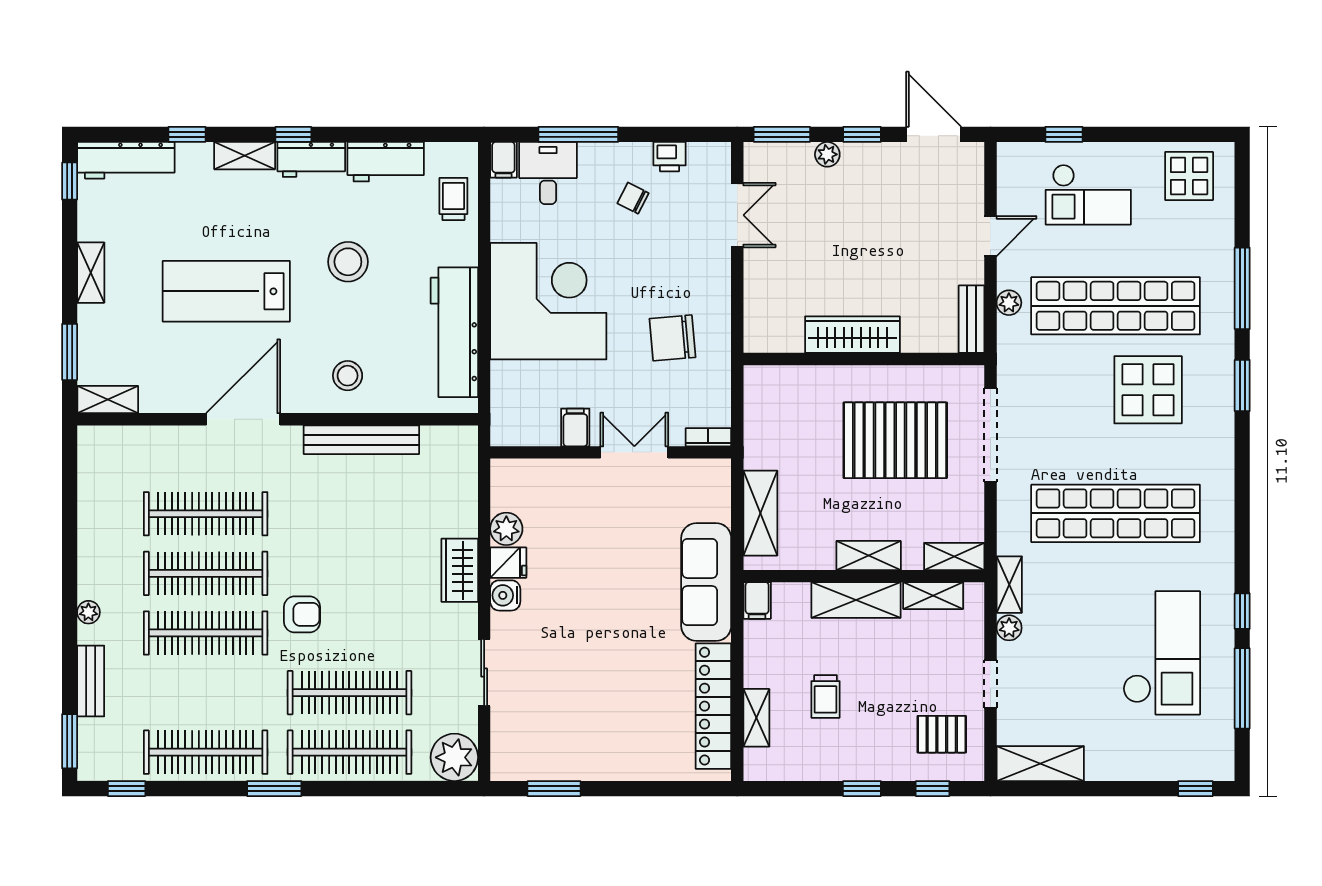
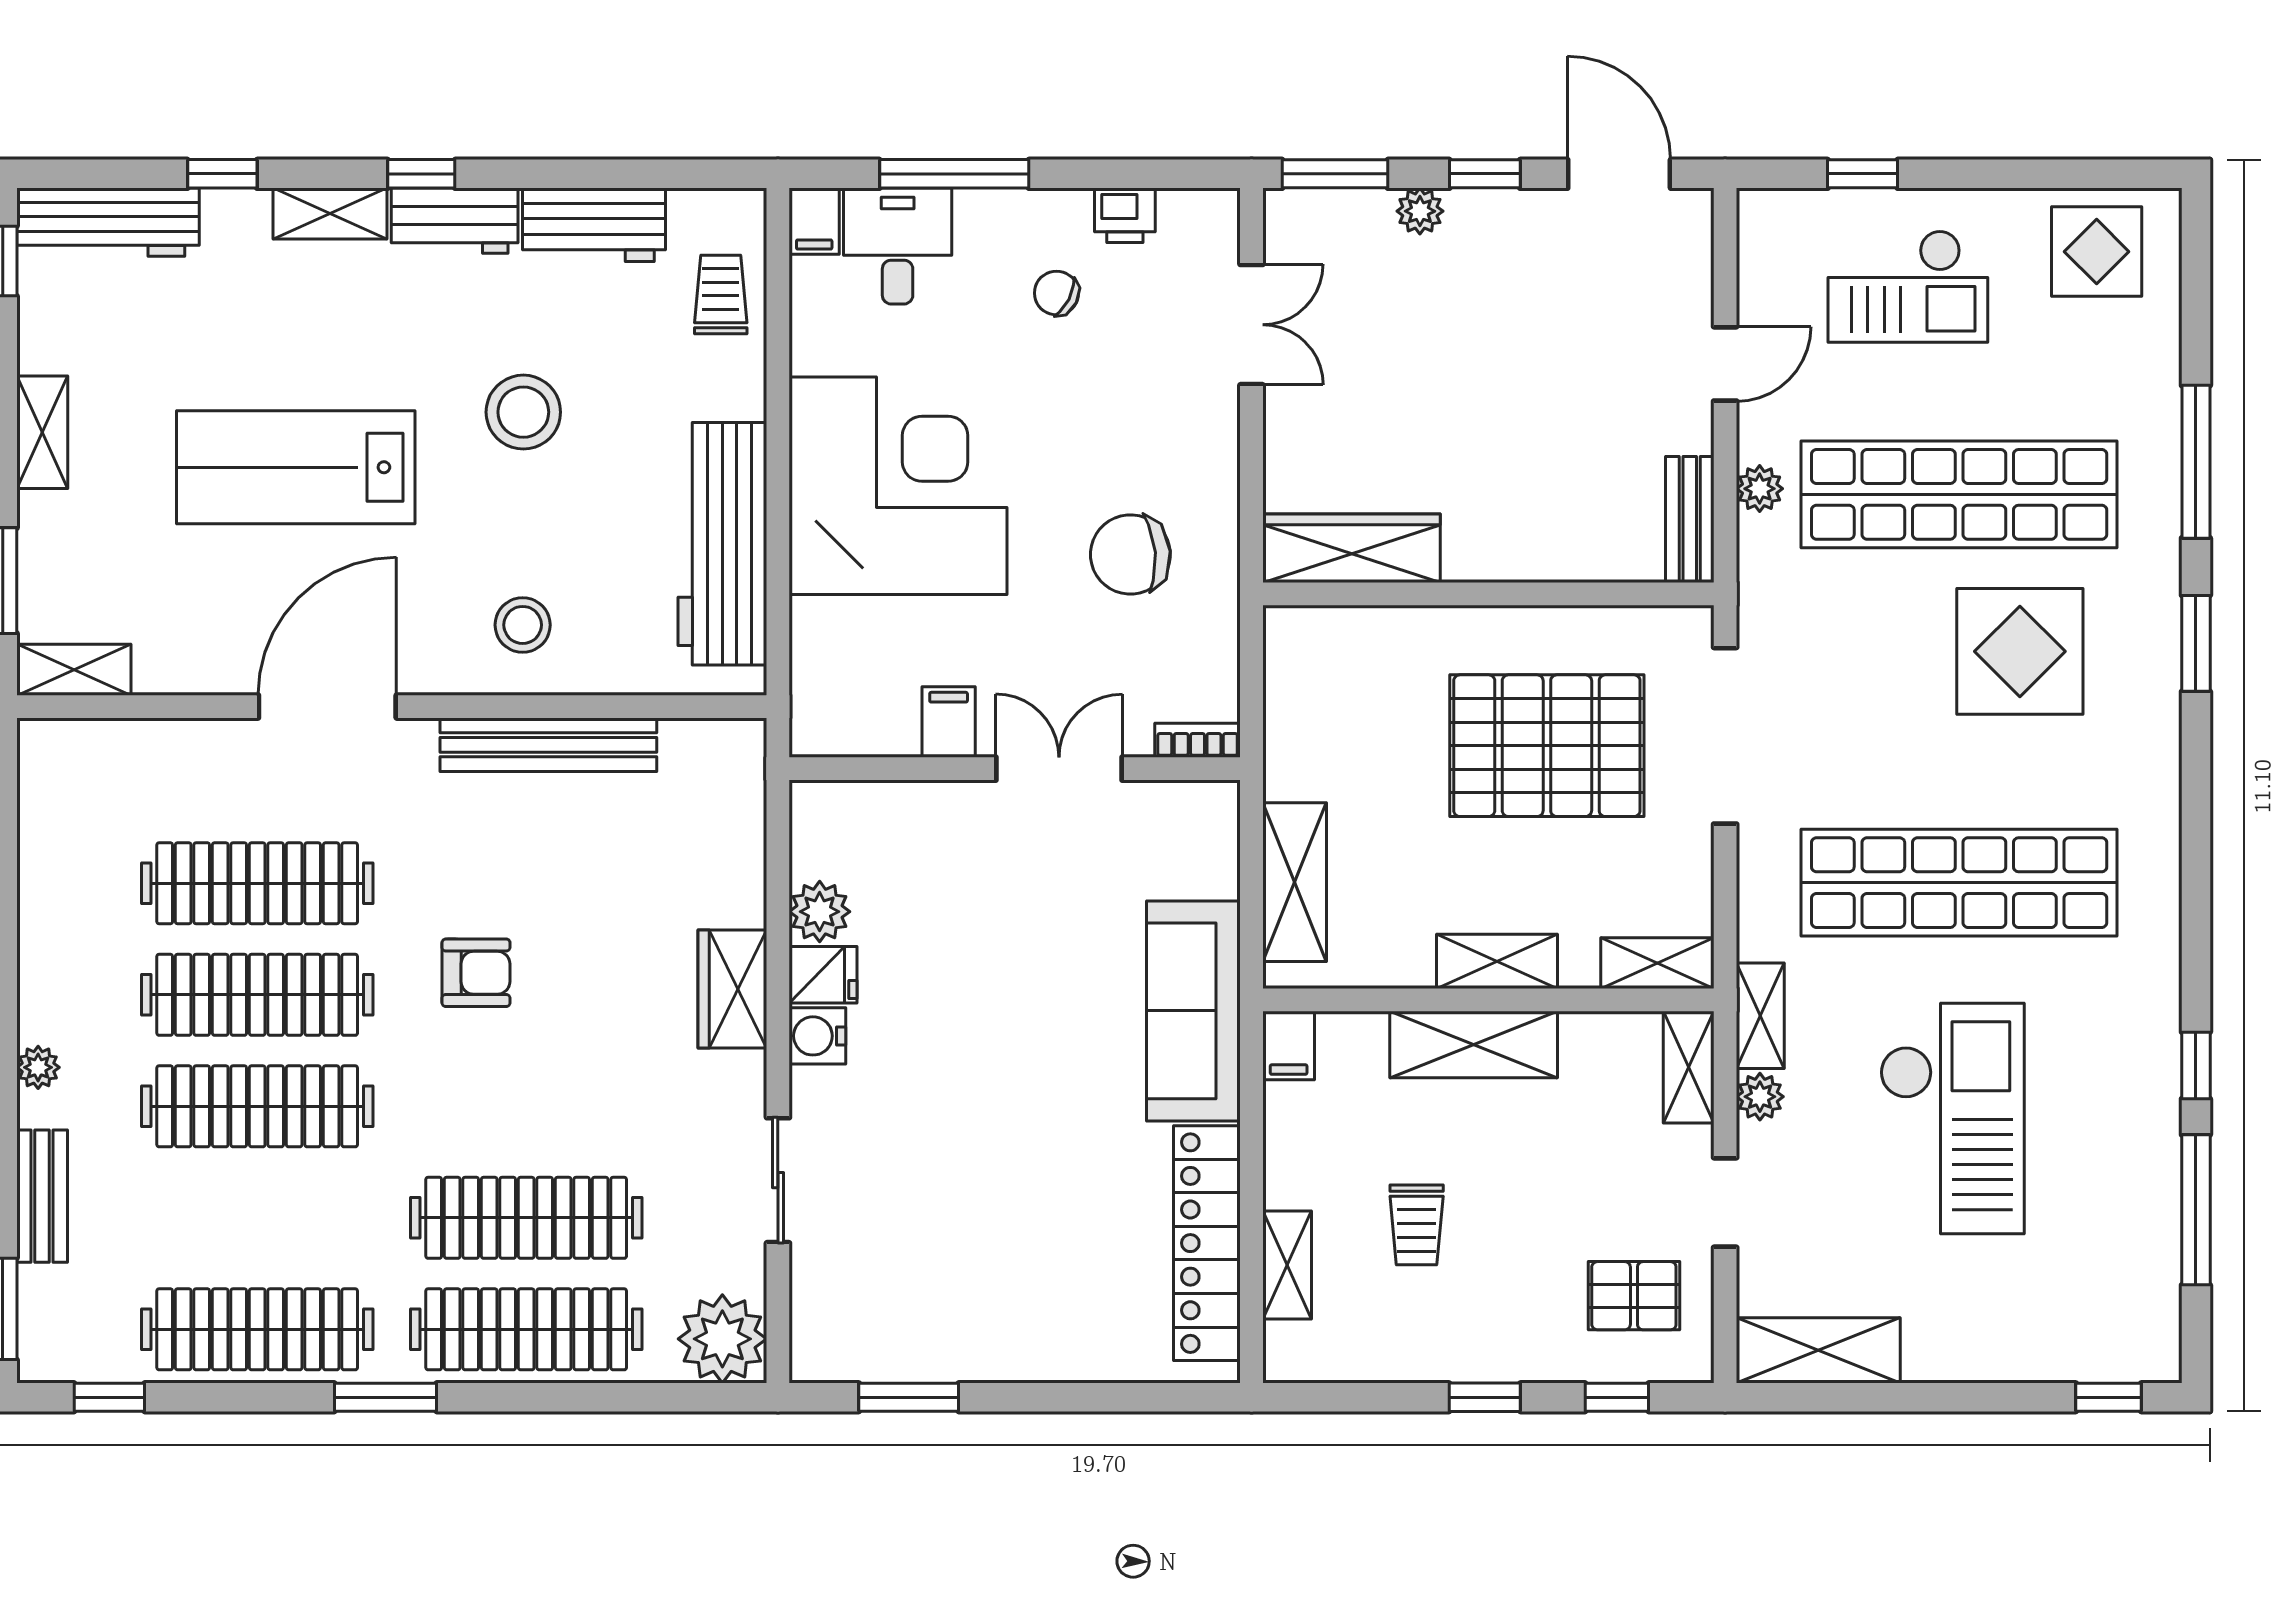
wardrobe: (852, 335) -> (1351, 548), moved
shelving: (933, 596) -> (1689, 1067), moved, turned 90
armchair: (302, 614) -> (476, 973), moved
checkout: (1162, 653) -> (1952, 1119), moved

